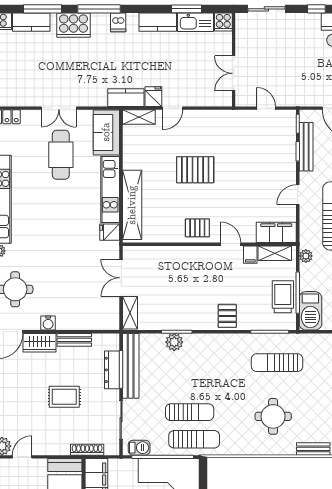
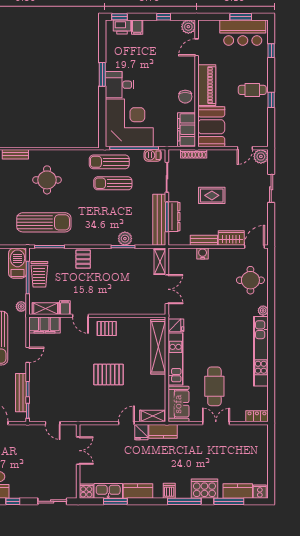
water cooler: (48, 323) -> (203, 254), moved
sun lounger: (277, 363) -> (44, 222), width x1.36, depth x1.34

